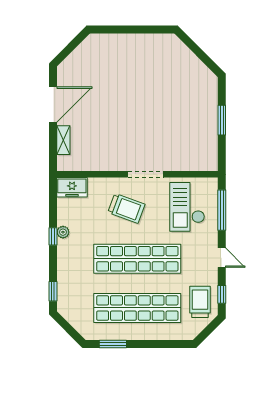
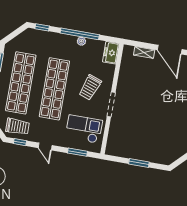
window: (222, 210) -> (77, 152), width x0.69
window: (53, 236) -> (80, 34), width x3.17
door: (222, 258) -> (45, 147), hinge flipped

